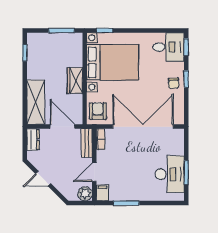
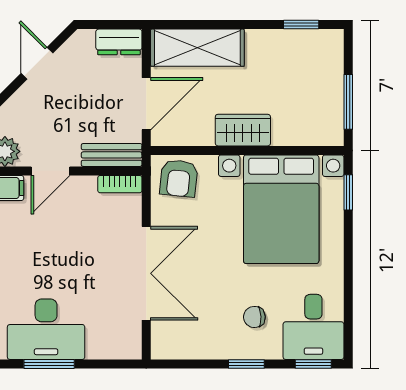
chair: (174, 83) -> (254, 317), moved
armchair: (98, 111) -> (179, 178), turned 96
double door: (143, 127) -> (146, 273), width x0.73
door: (94, 172) -> (51, 171), swing flipped

